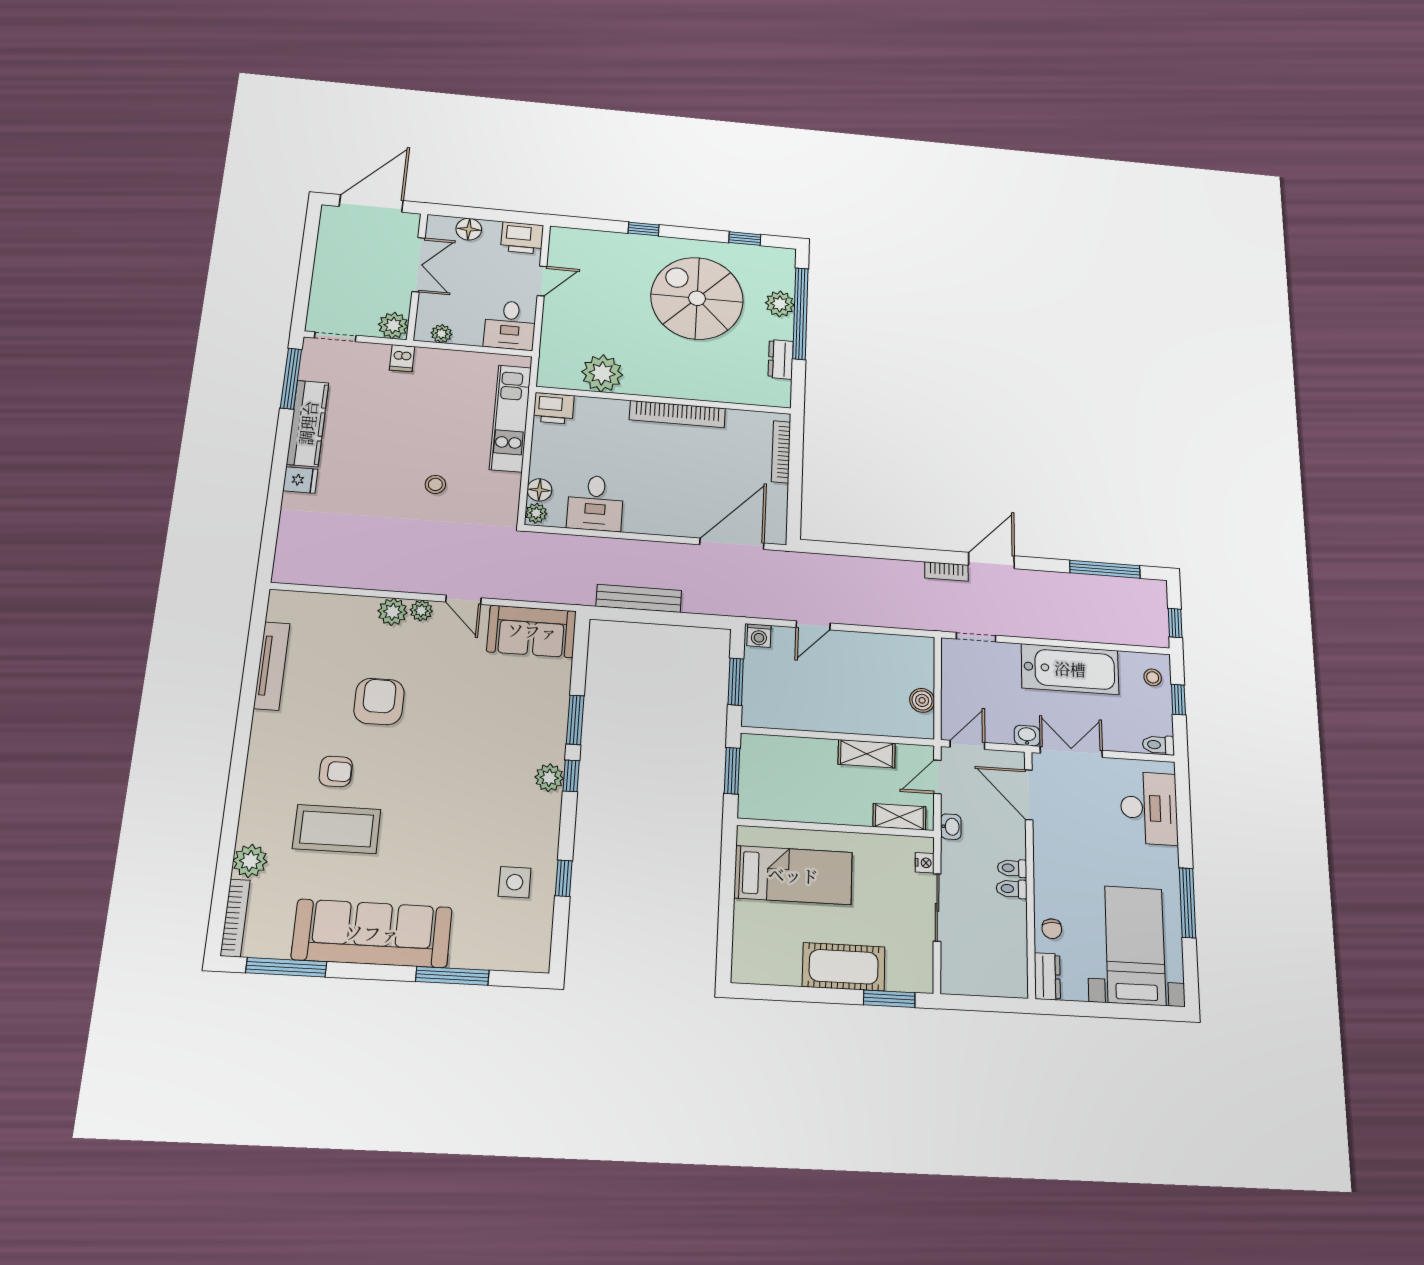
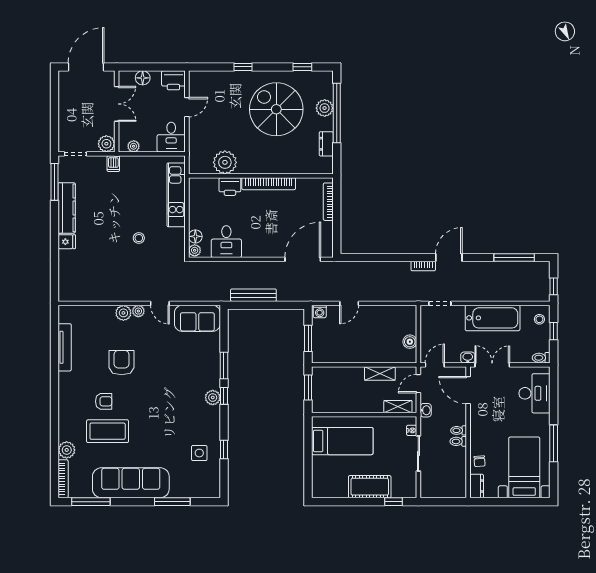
printer: (554, 408) -> (230, 187), moved
window: (889, 999) -> (394, 502), width x0.67

